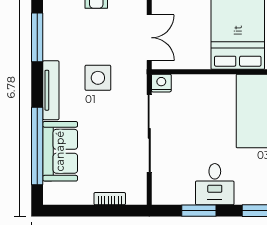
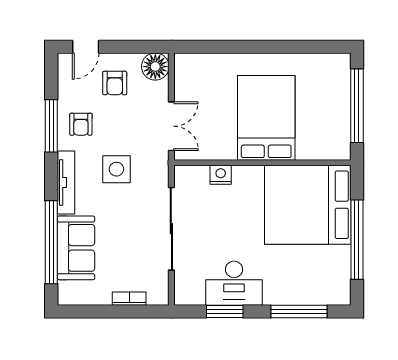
armchair: (65, 36) -> (81, 124), added
nightstand: (161, 83) -> (221, 175), moved
desk: (215, 184) -> (234, 283), width x1.37

